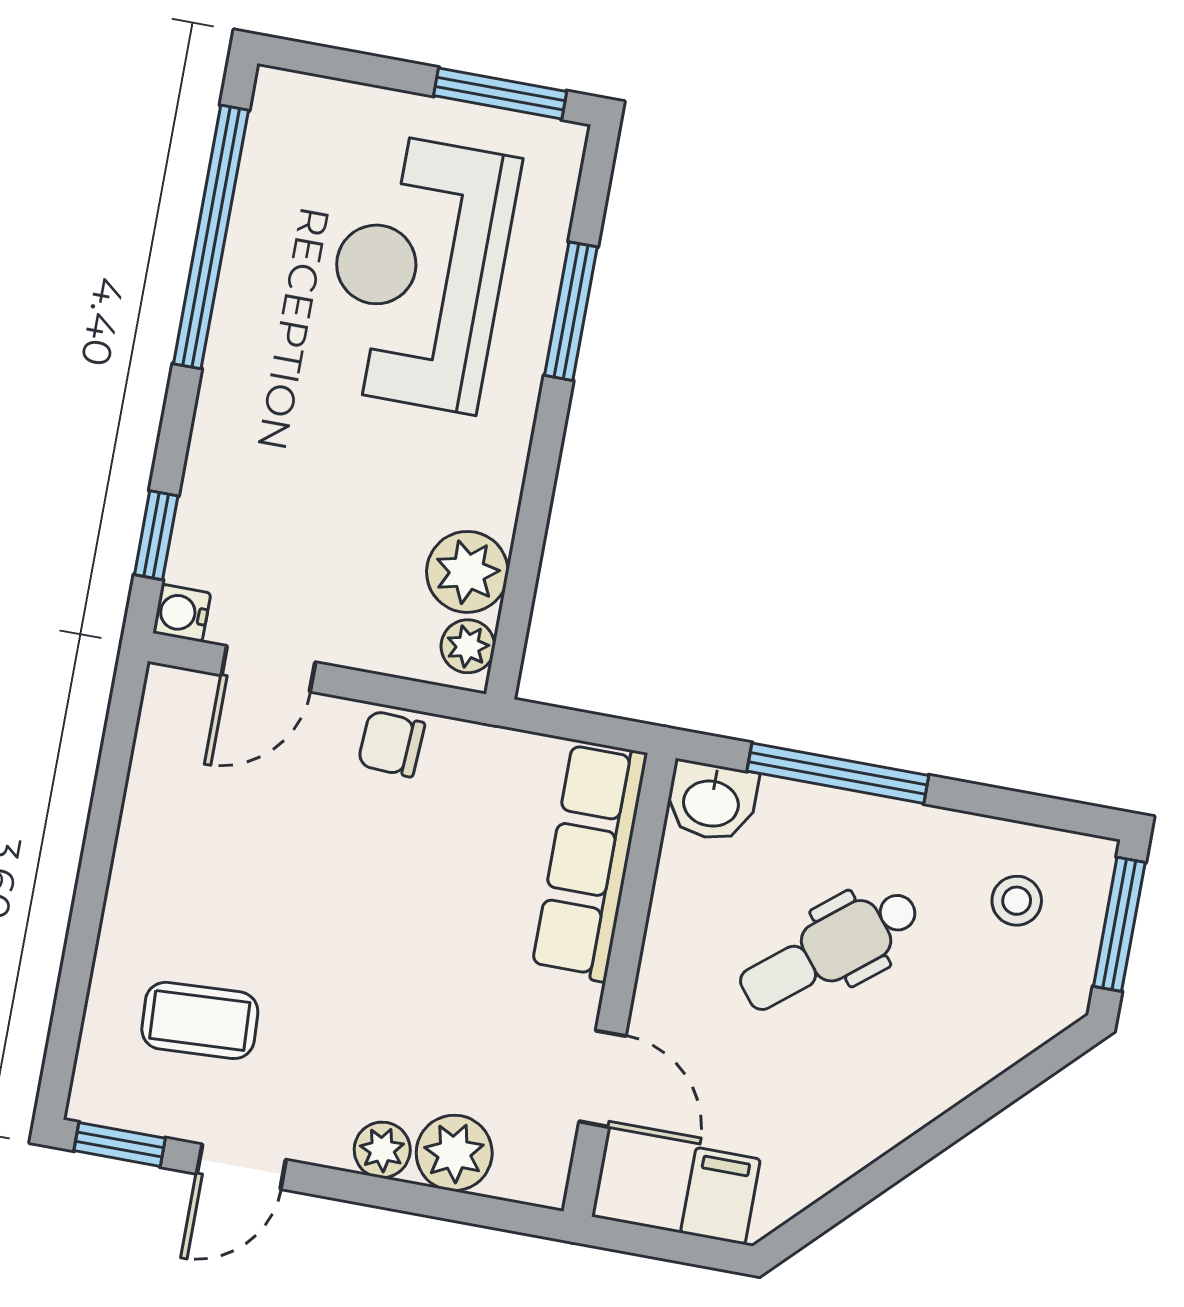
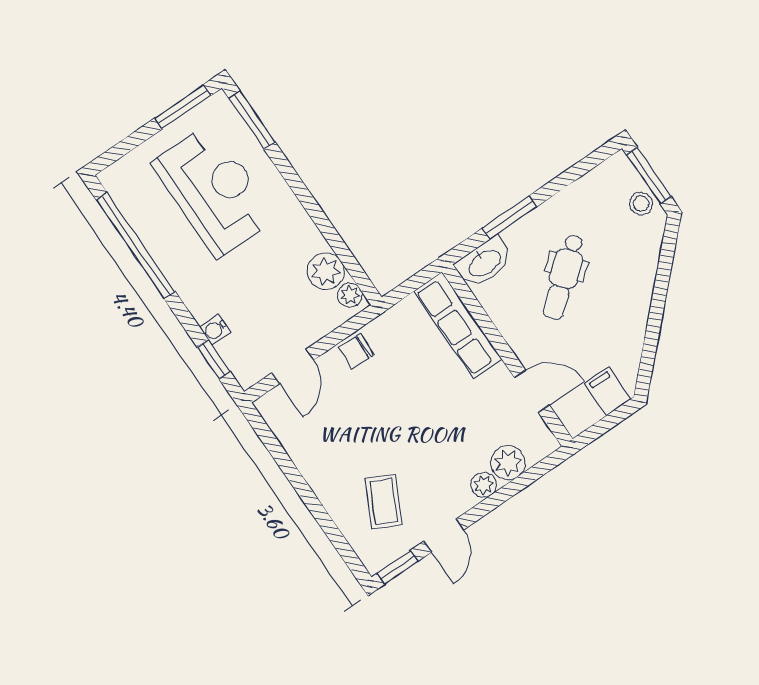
reception desk: (418, 272) -> (214, 191), turned 180
window: (571, 311) -> (252, 120), moved
water cooler: (182, 613) -> (215, 330), moved
window: (838, 773) -> (510, 217), width x0.69
washbasin: (711, 801) -> (484, 263), width x1.38
stool: (1017, 901) -> (641, 204), moved
coffee table: (200, 1020) -> (384, 502), turned -60

